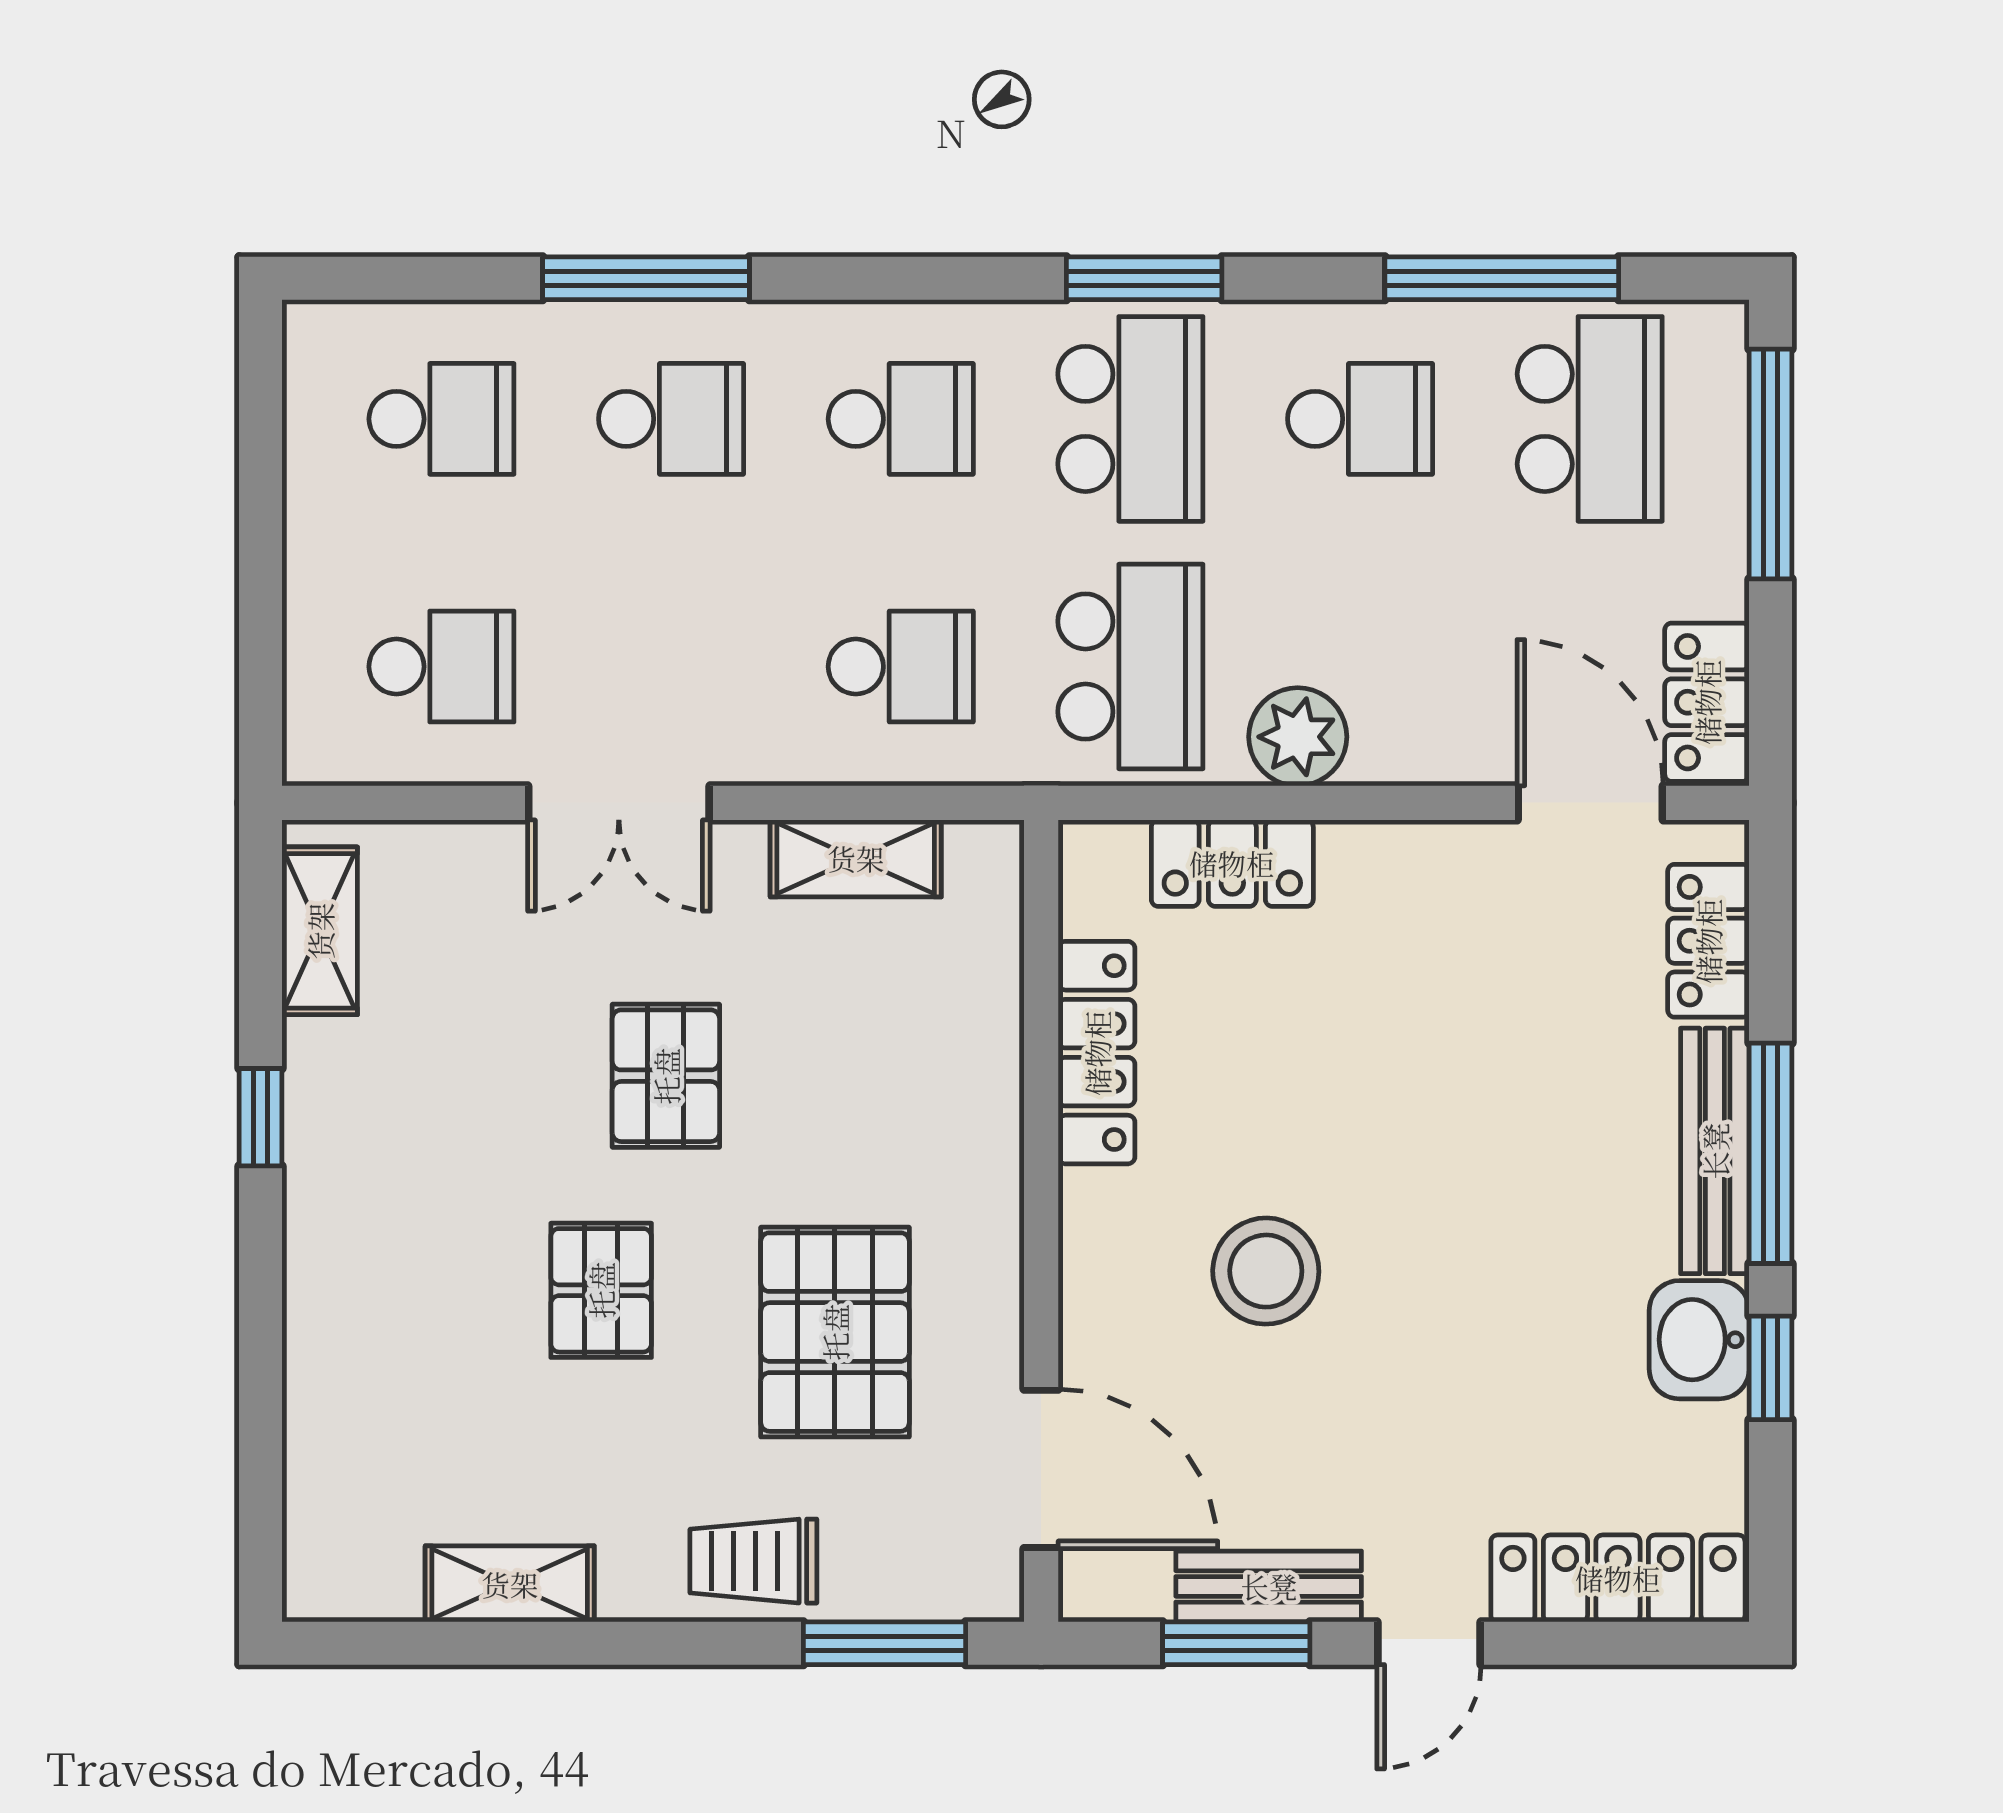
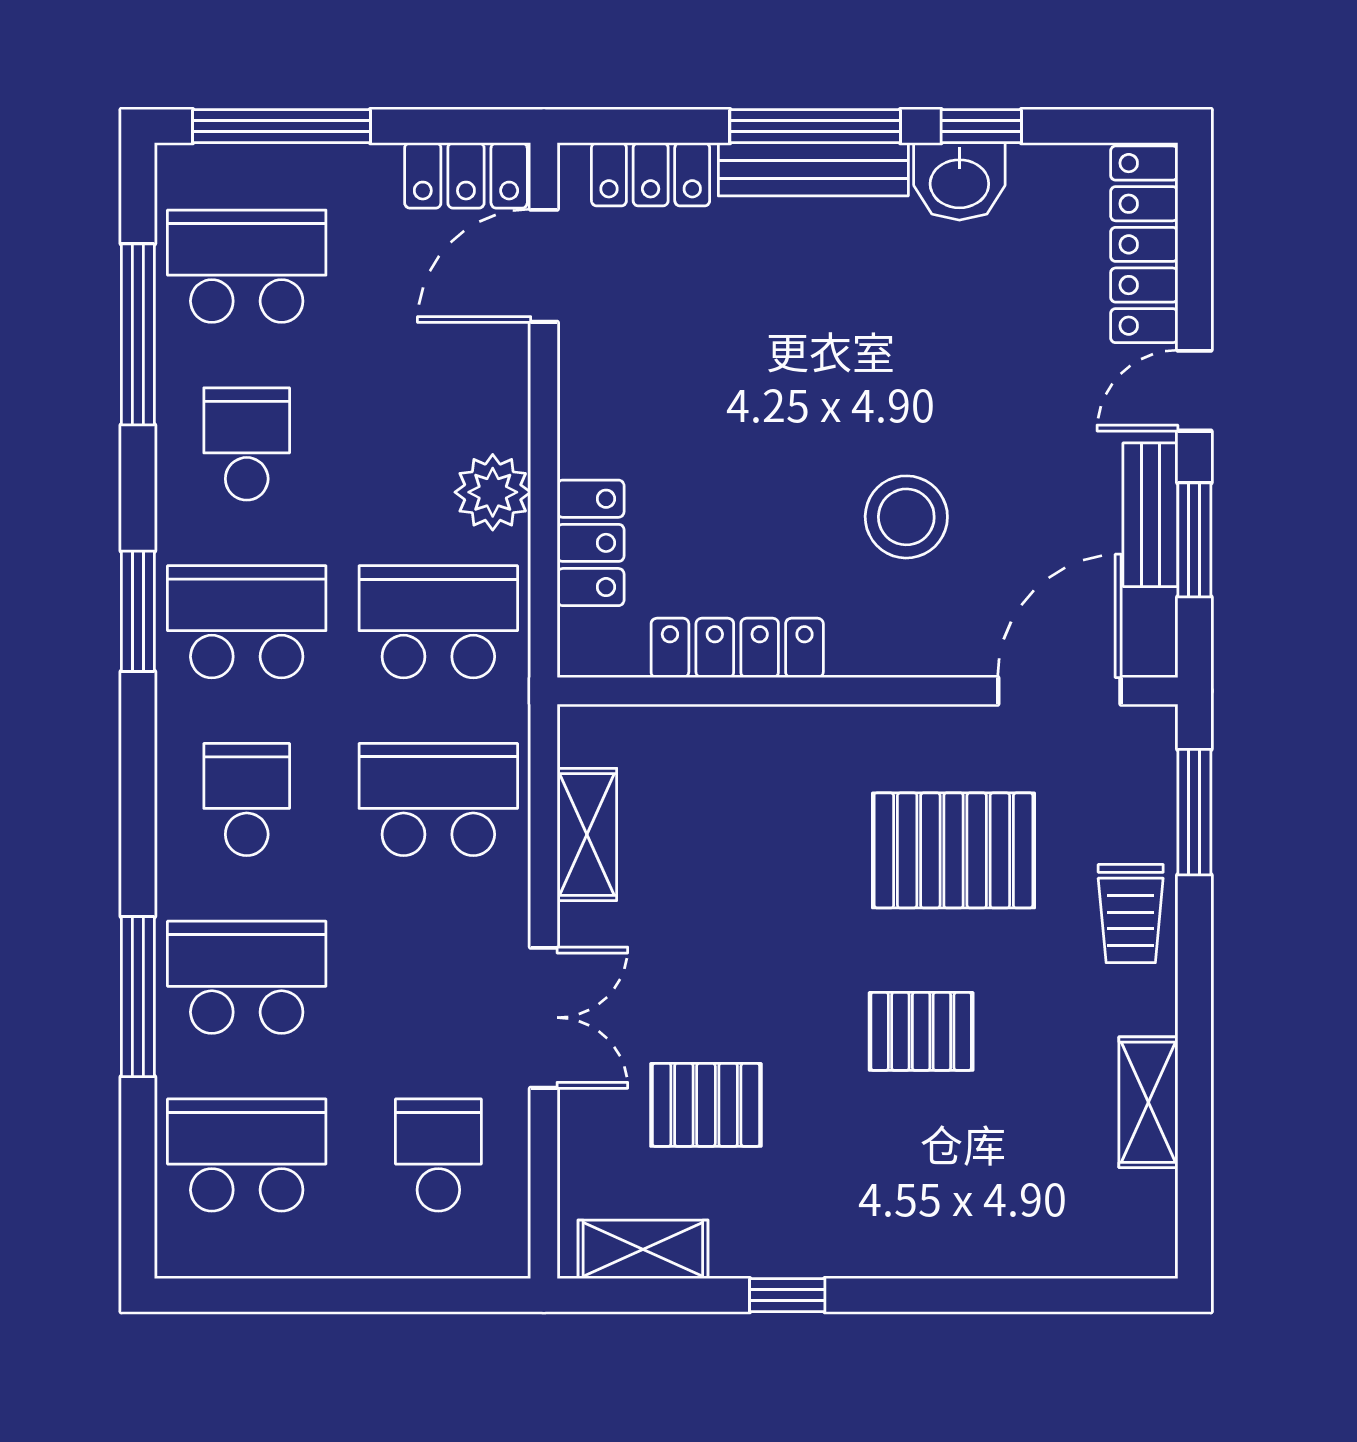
school desk: (441, 419) -> (247, 1155), width x1.85
school desk: (671, 419) -> (247, 977), width x1.85
school desk: (901, 667) -> (438, 800), width x1.85
pallet: (666, 1076) -> (706, 1105), moved
door: (1429, 1643) -> (1194, 391), swing flipped

